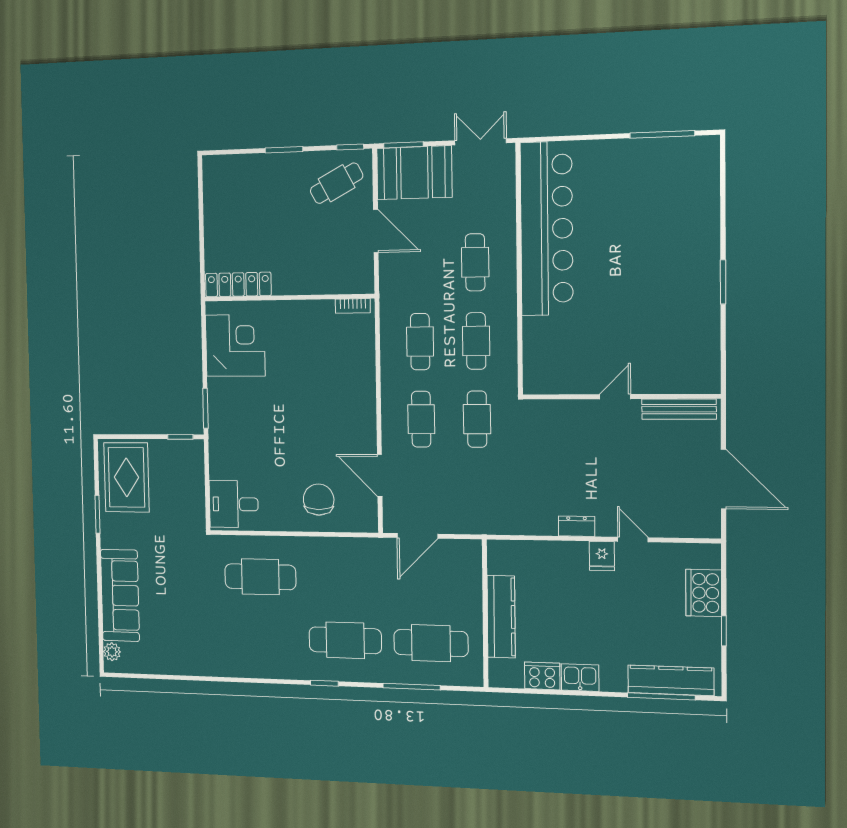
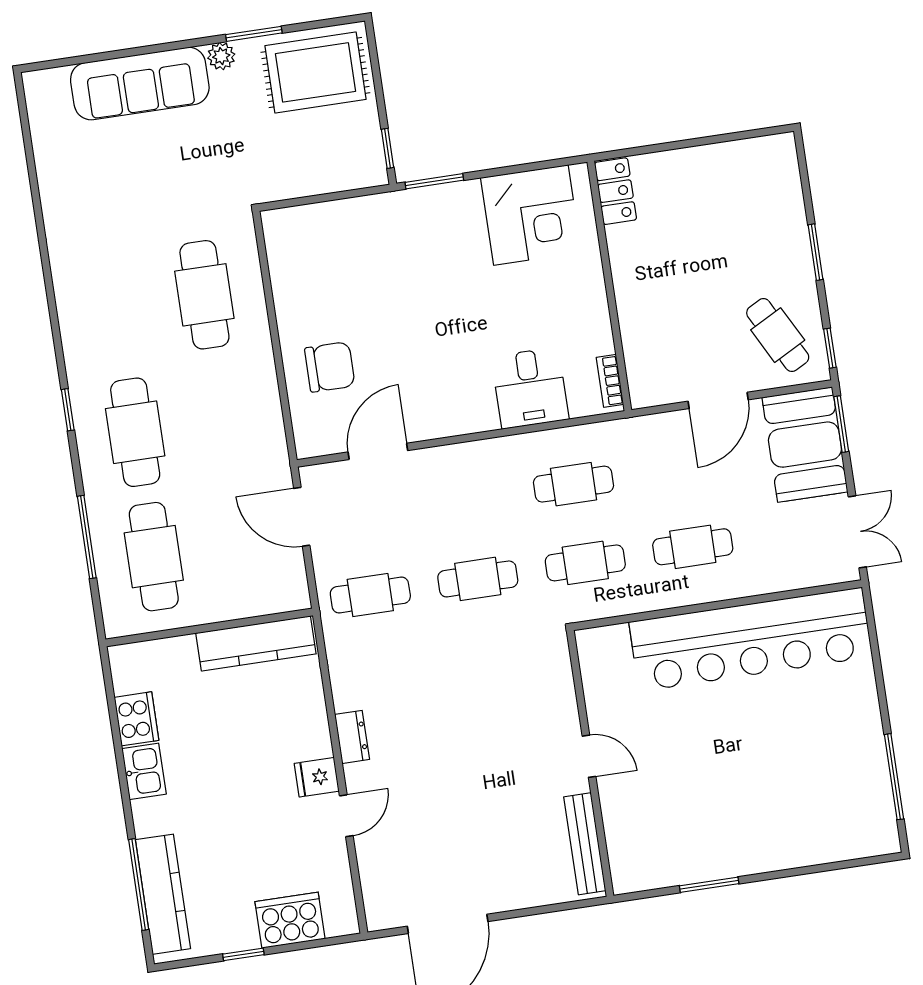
locker: (238, 284) -> (615, 191), width x0.66
door: (615, 397) -> (589, 756), moved
wall: (620, 397) -> (590, 763), moved
bench: (679, 409) -> (585, 844), moved
cafe table: (421, 419) -> (370, 595), moved
desk: (234, 504) -> (530, 388), moved, turned 180
kitchen counter: (501, 617) -> (256, 643), moved
plant: (112, 652) -> (221, 56), moved

